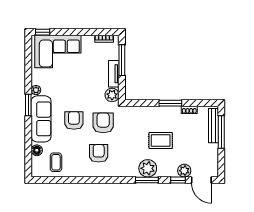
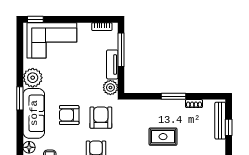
plant: (36, 90) -> (33, 78), width x1.88, depth x1.88
armchair: (74, 120) -> (69, 115), turned -90
window: (221, 132) -> (229, 127), width x0.46

